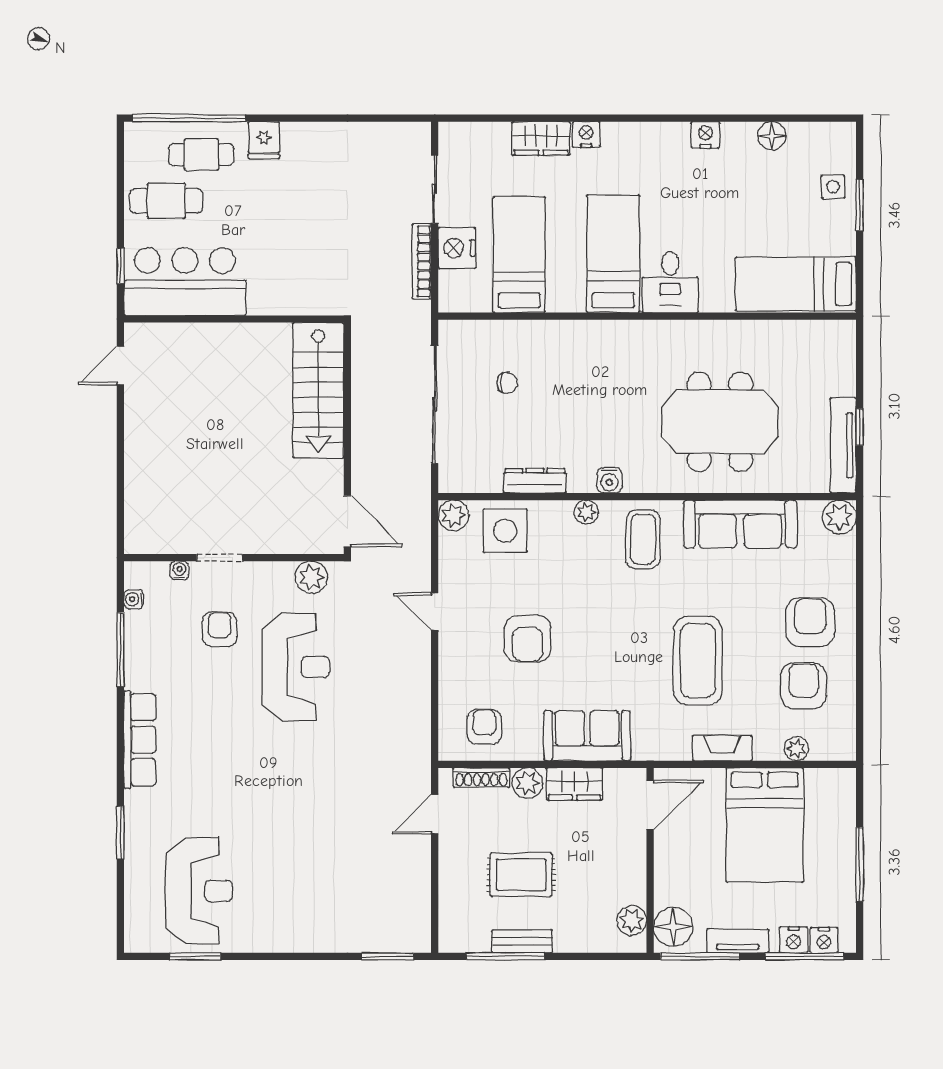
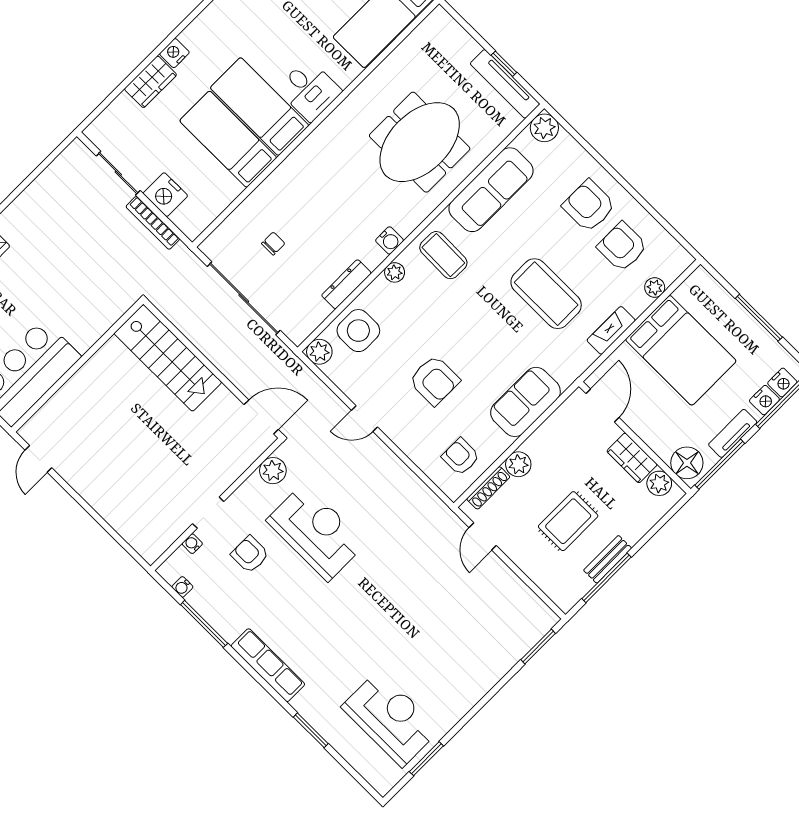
bed: (519, 255) -> (228, 139), moved
wardrobe: (575, 784) -> (632, 458), moved, turned 90

